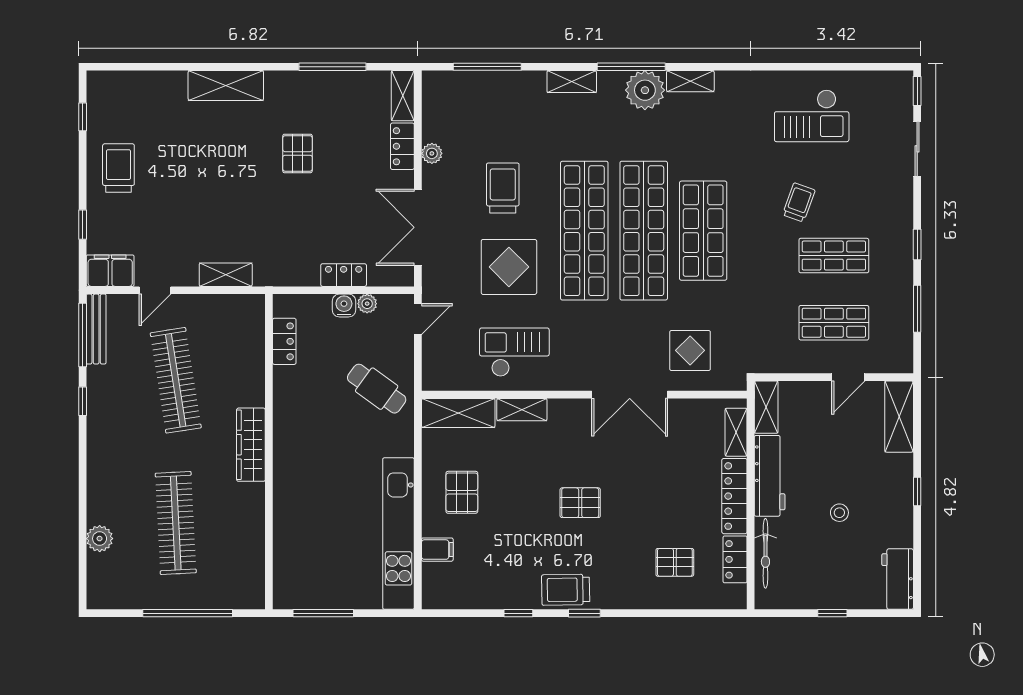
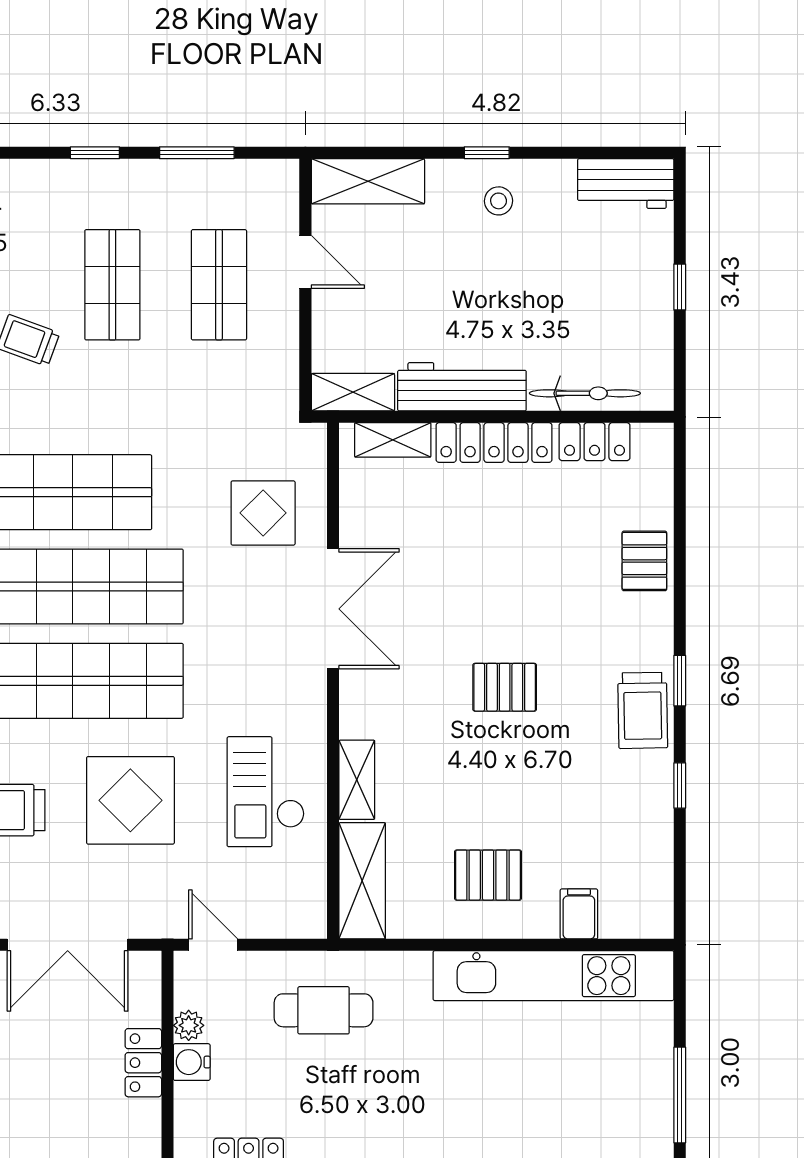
cafe table: (377, 389) -> (324, 1010), turned 54
pallet: (580, 503) -> (505, 687), turned 90
stool: (839, 513) -> (499, 201), moved
pallet: (675, 562) -> (644, 561), moved

